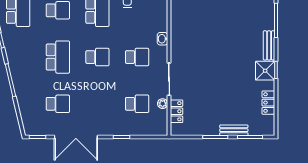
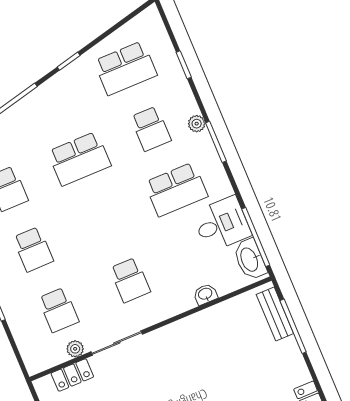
washbasin: (163, 39) -> (205, 294), moved
school desk: (97, 57) -> (33, 249), moved

